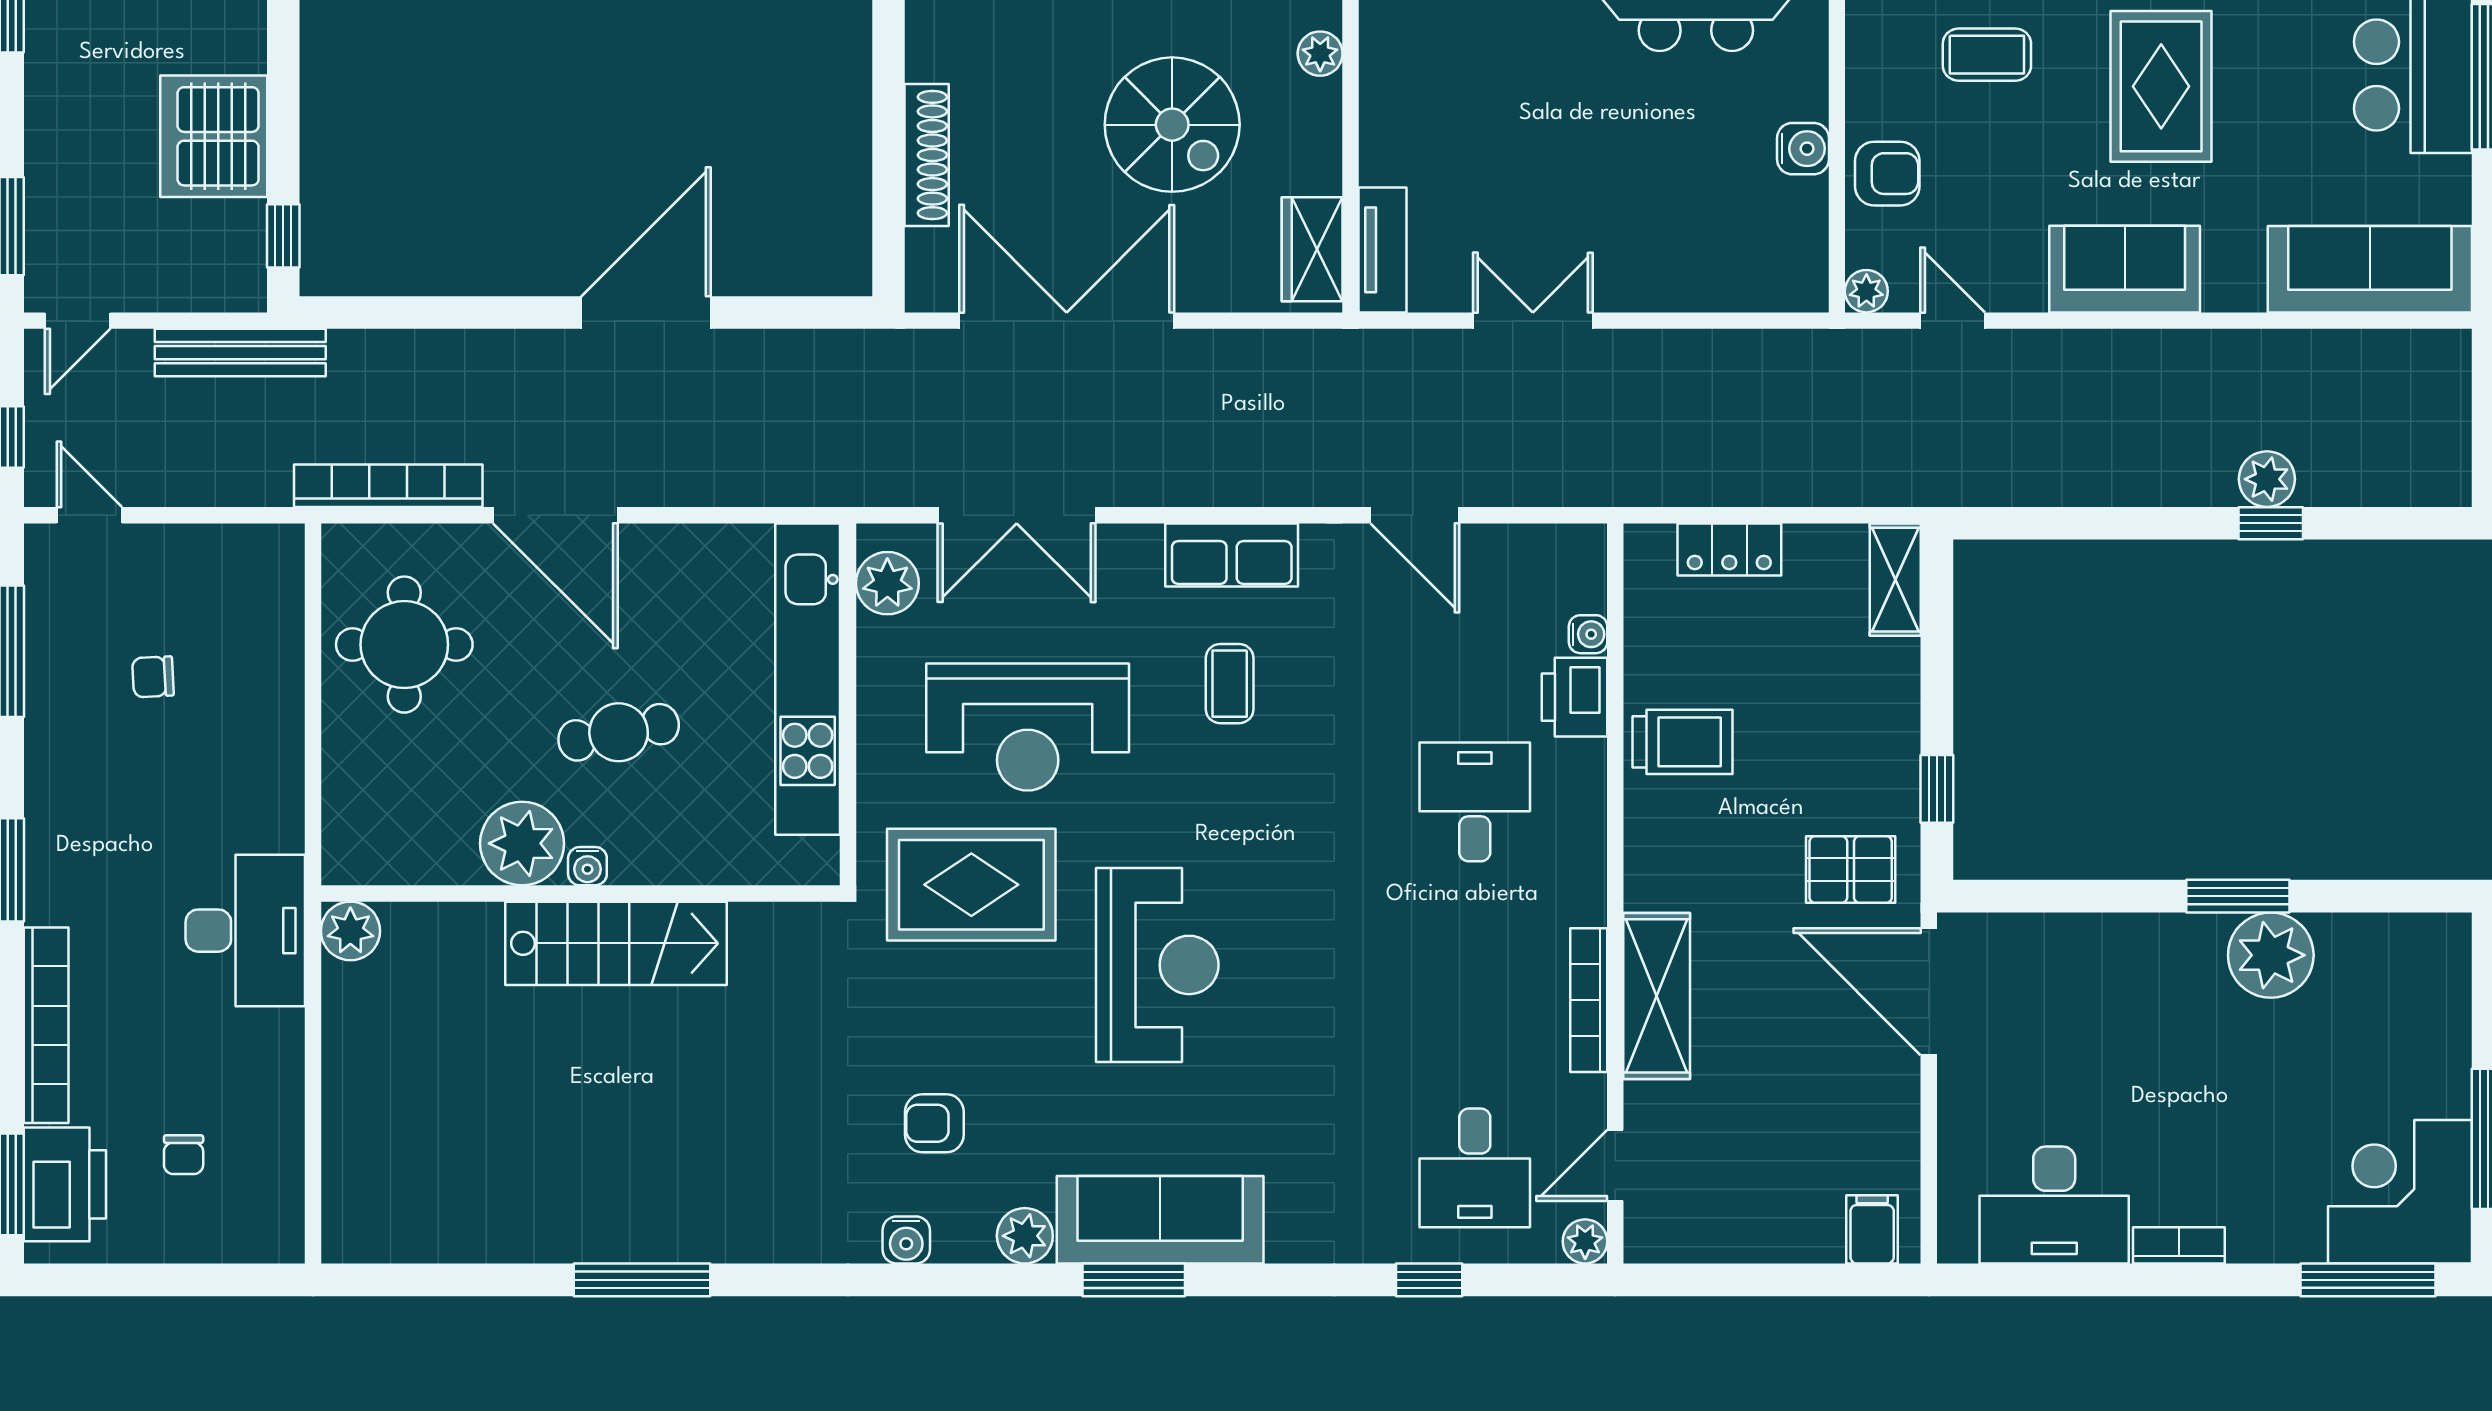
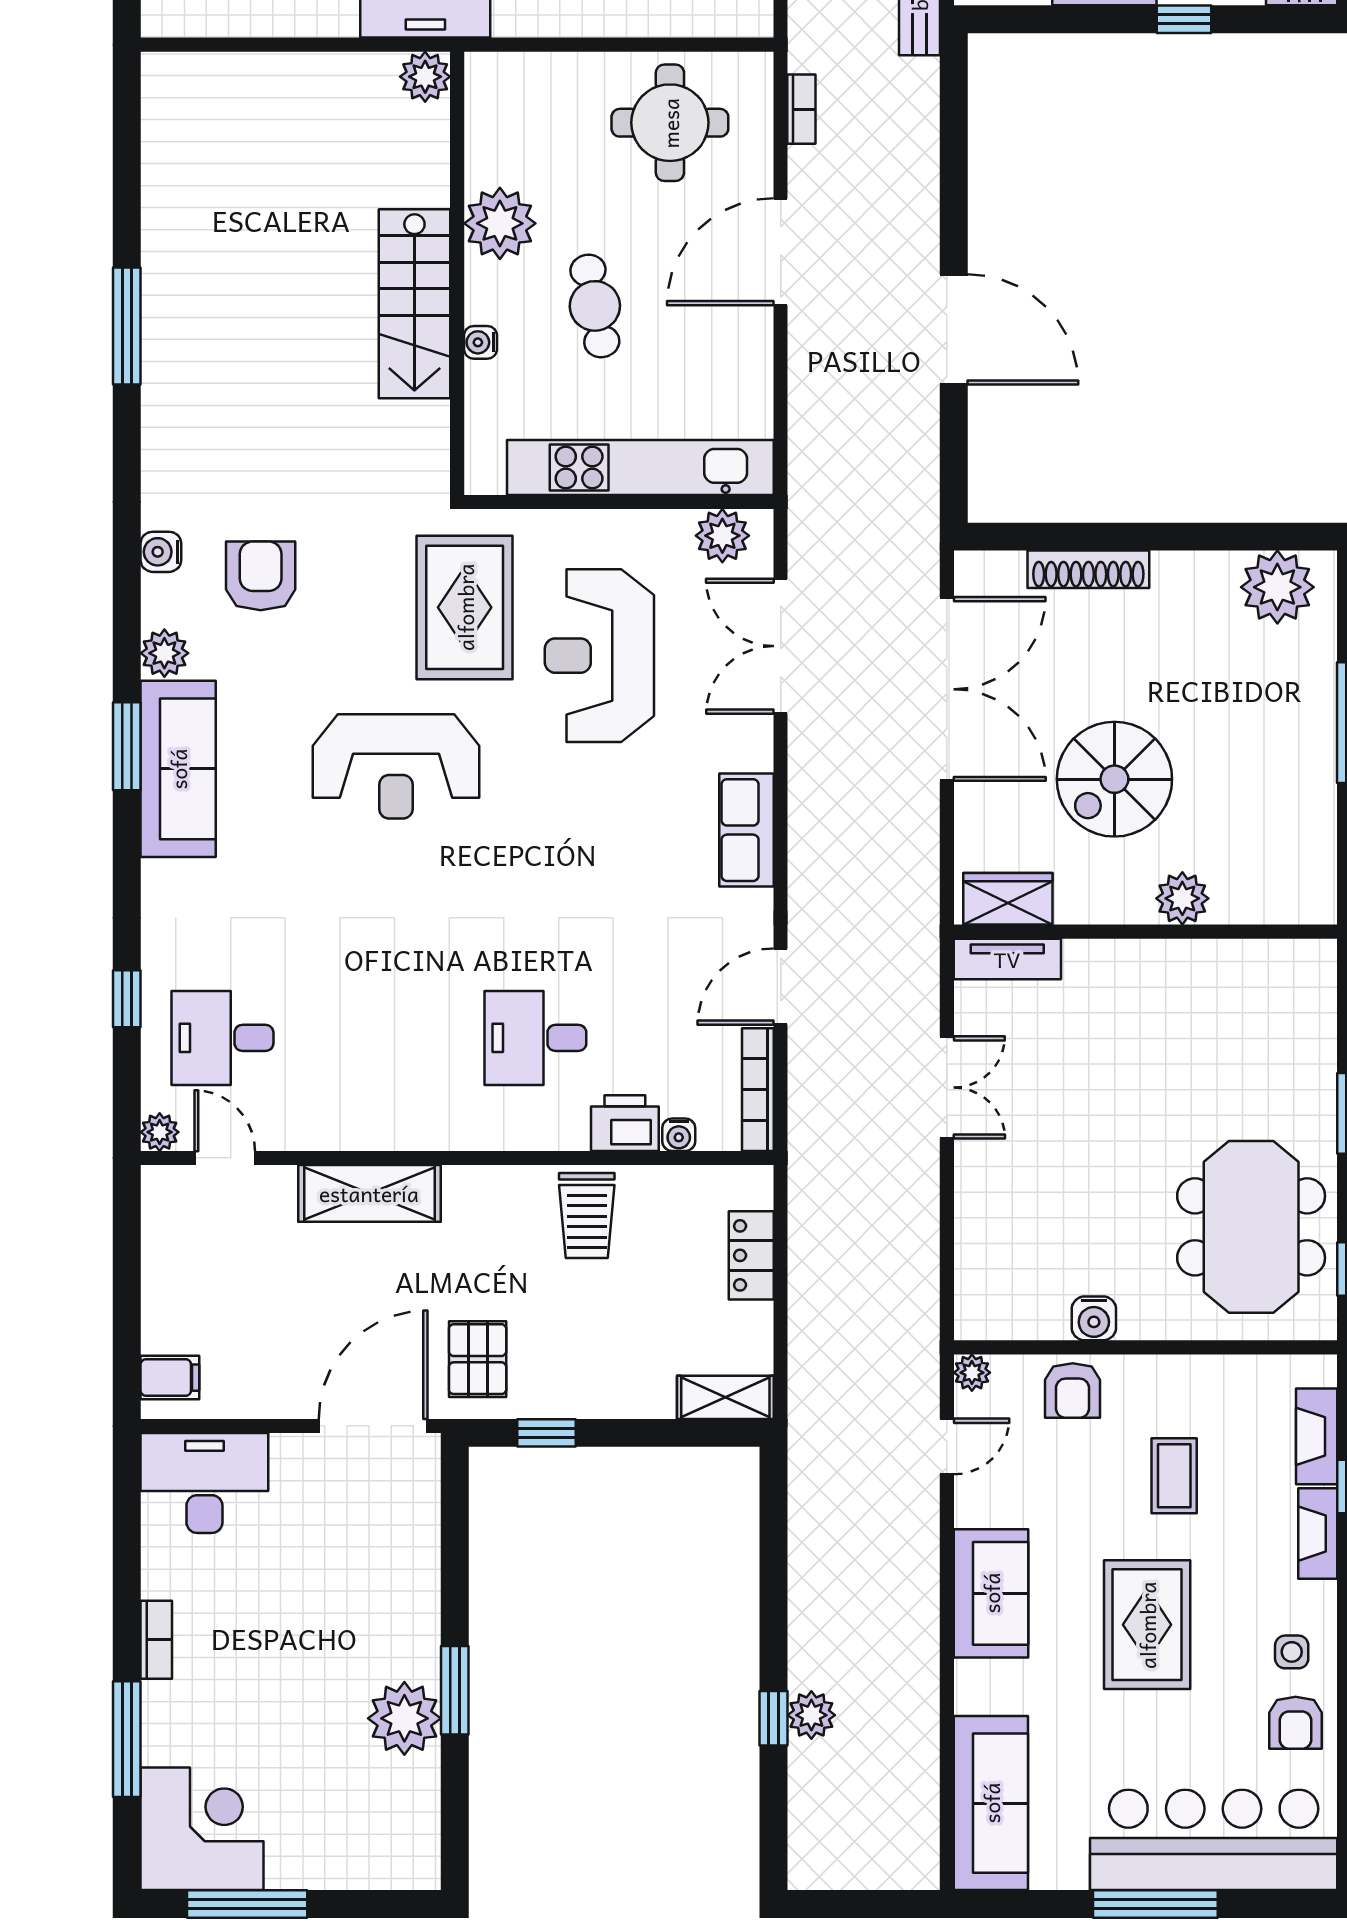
plant: (1320, 54) -> (1182, 898), width x1.38, depth x1.38
rug: (2161, 86) -> (1147, 1625), turned 90
window: (283, 236) -> (1184, 19), moved
bookcase: (388, 486) -> (801, 109), width x0.43, depth x0.76
coffee table: (1230, 684) -> (637, 828), removed
desk: (1475, 802) -> (535, 1038), turned 180
water cooler: (587, 866) -> (480, 342), moved
bookcase: (1589, 1000) -> (758, 1090), moved, turned -90
armchair: (934, 1123) -> (261, 576), width x1.38, depth x1.38
desk: (2054, 1205) -> (204, 1483), moved, turned 90
window: (2368, 1280) -> (127, 1739), moved

